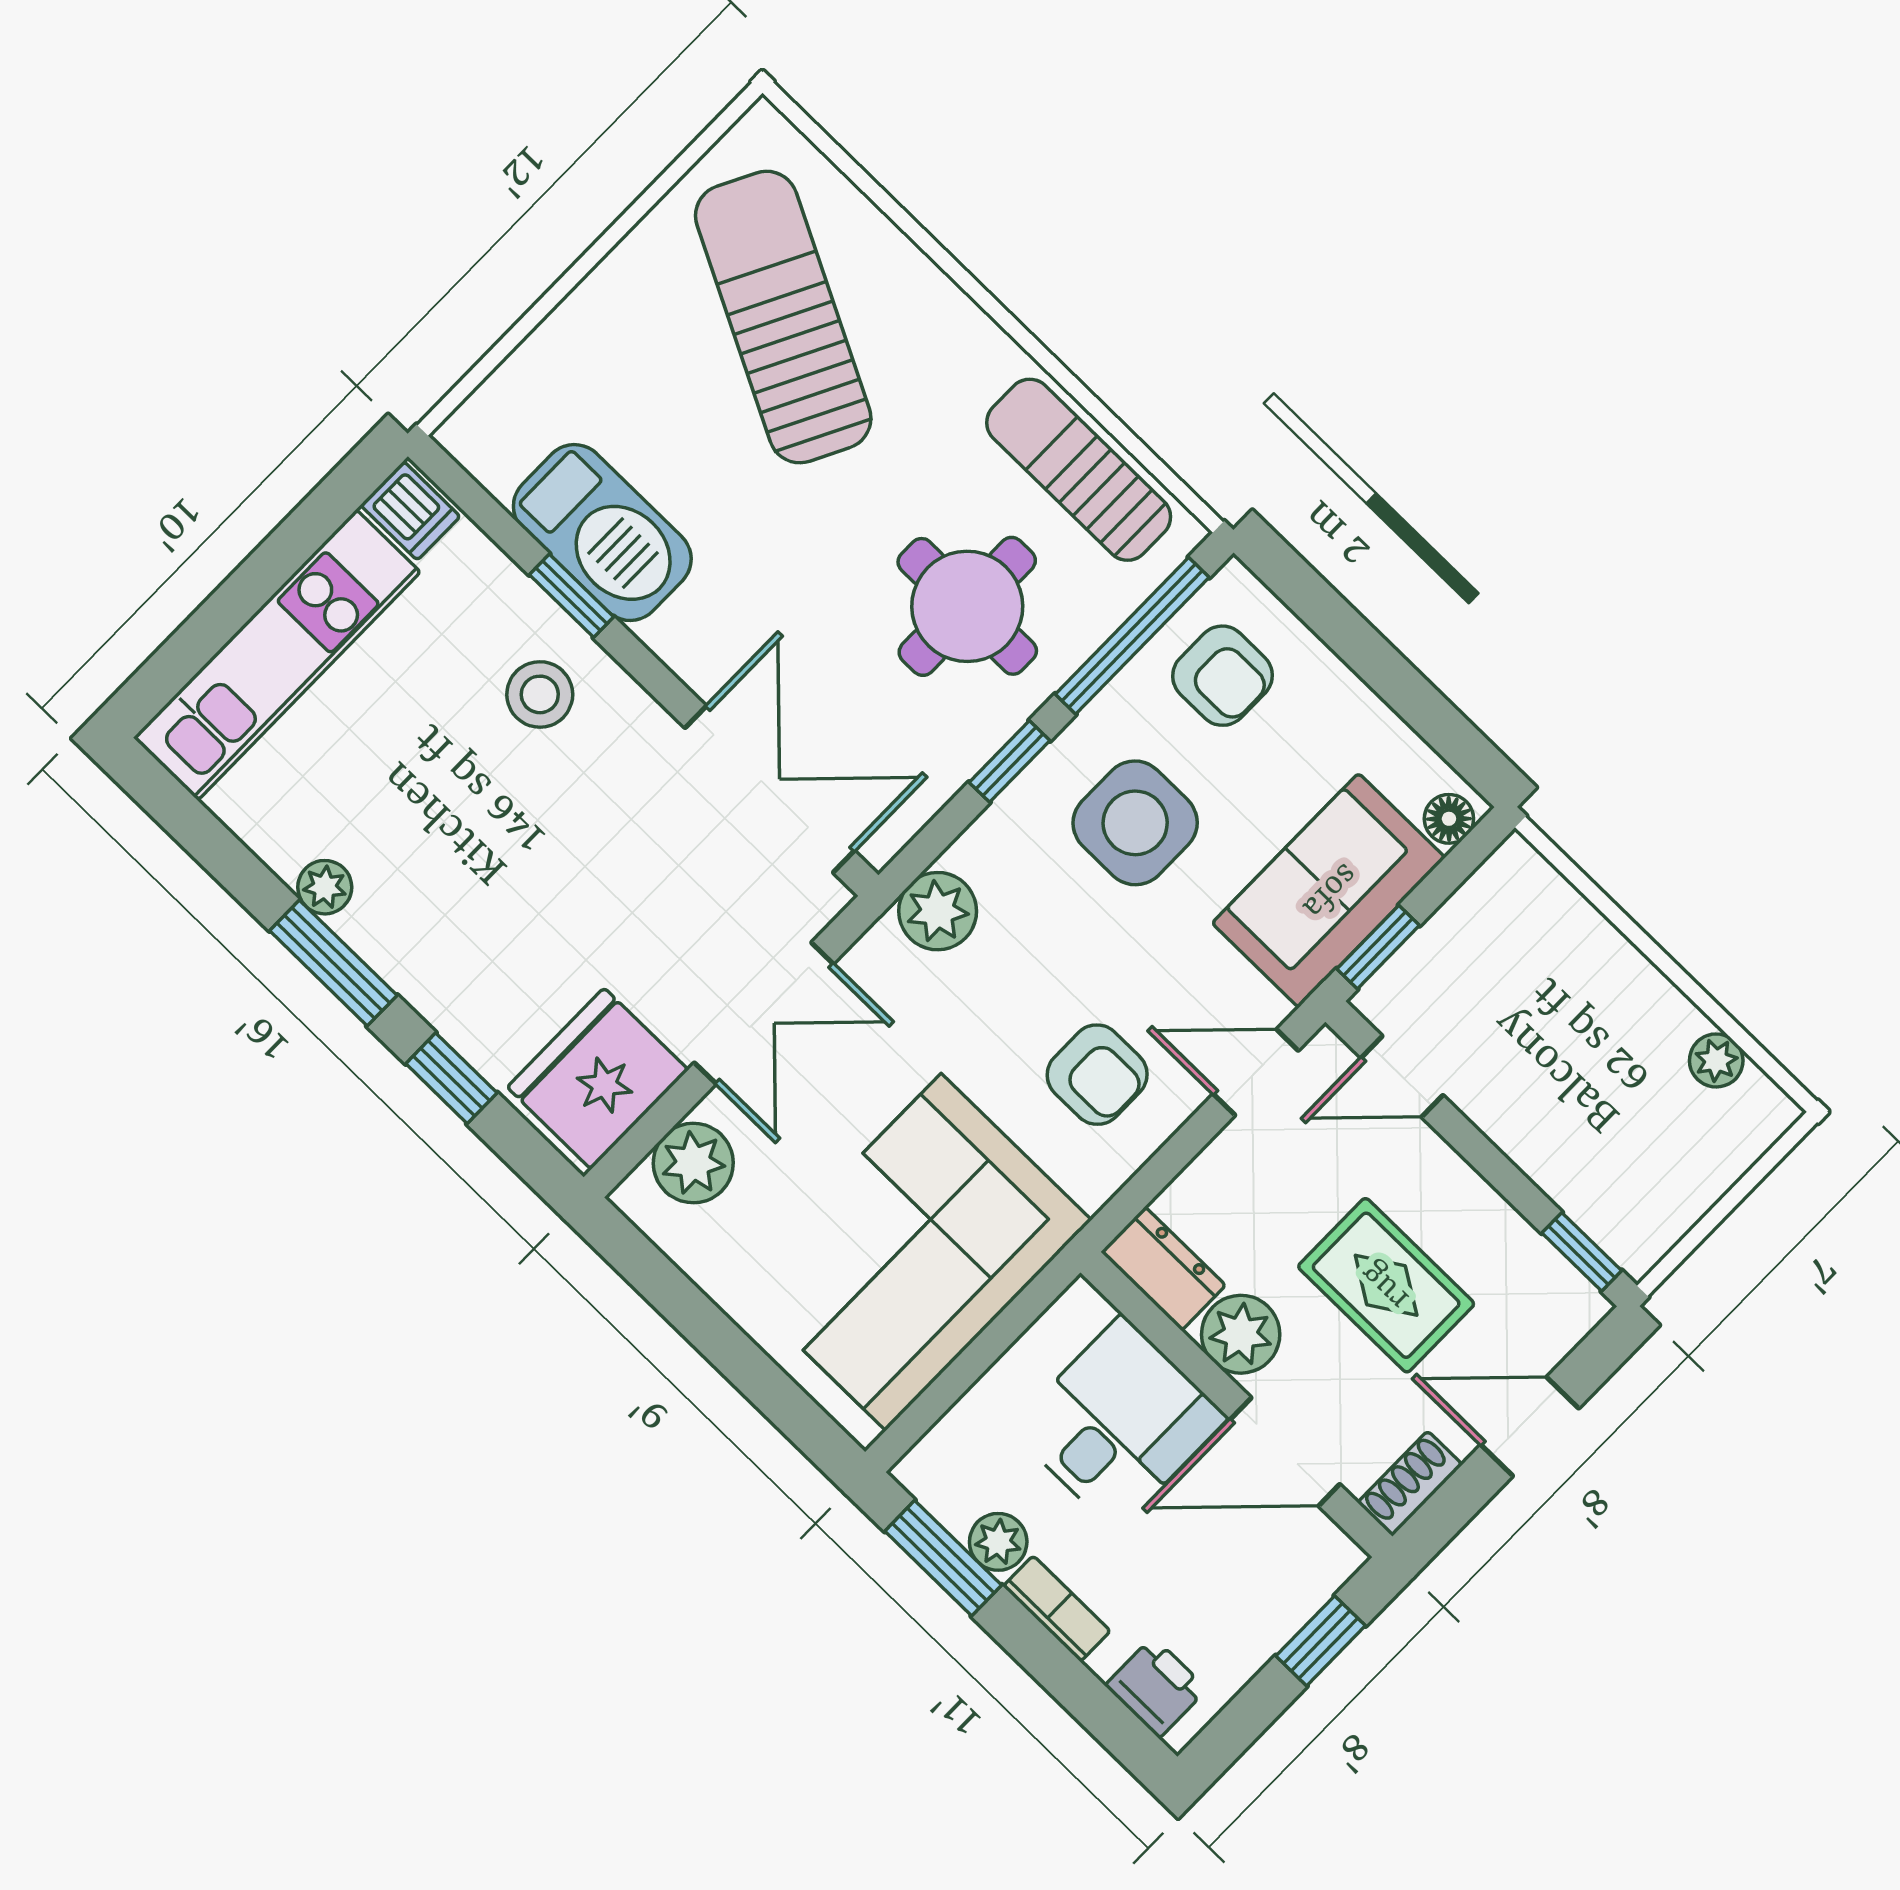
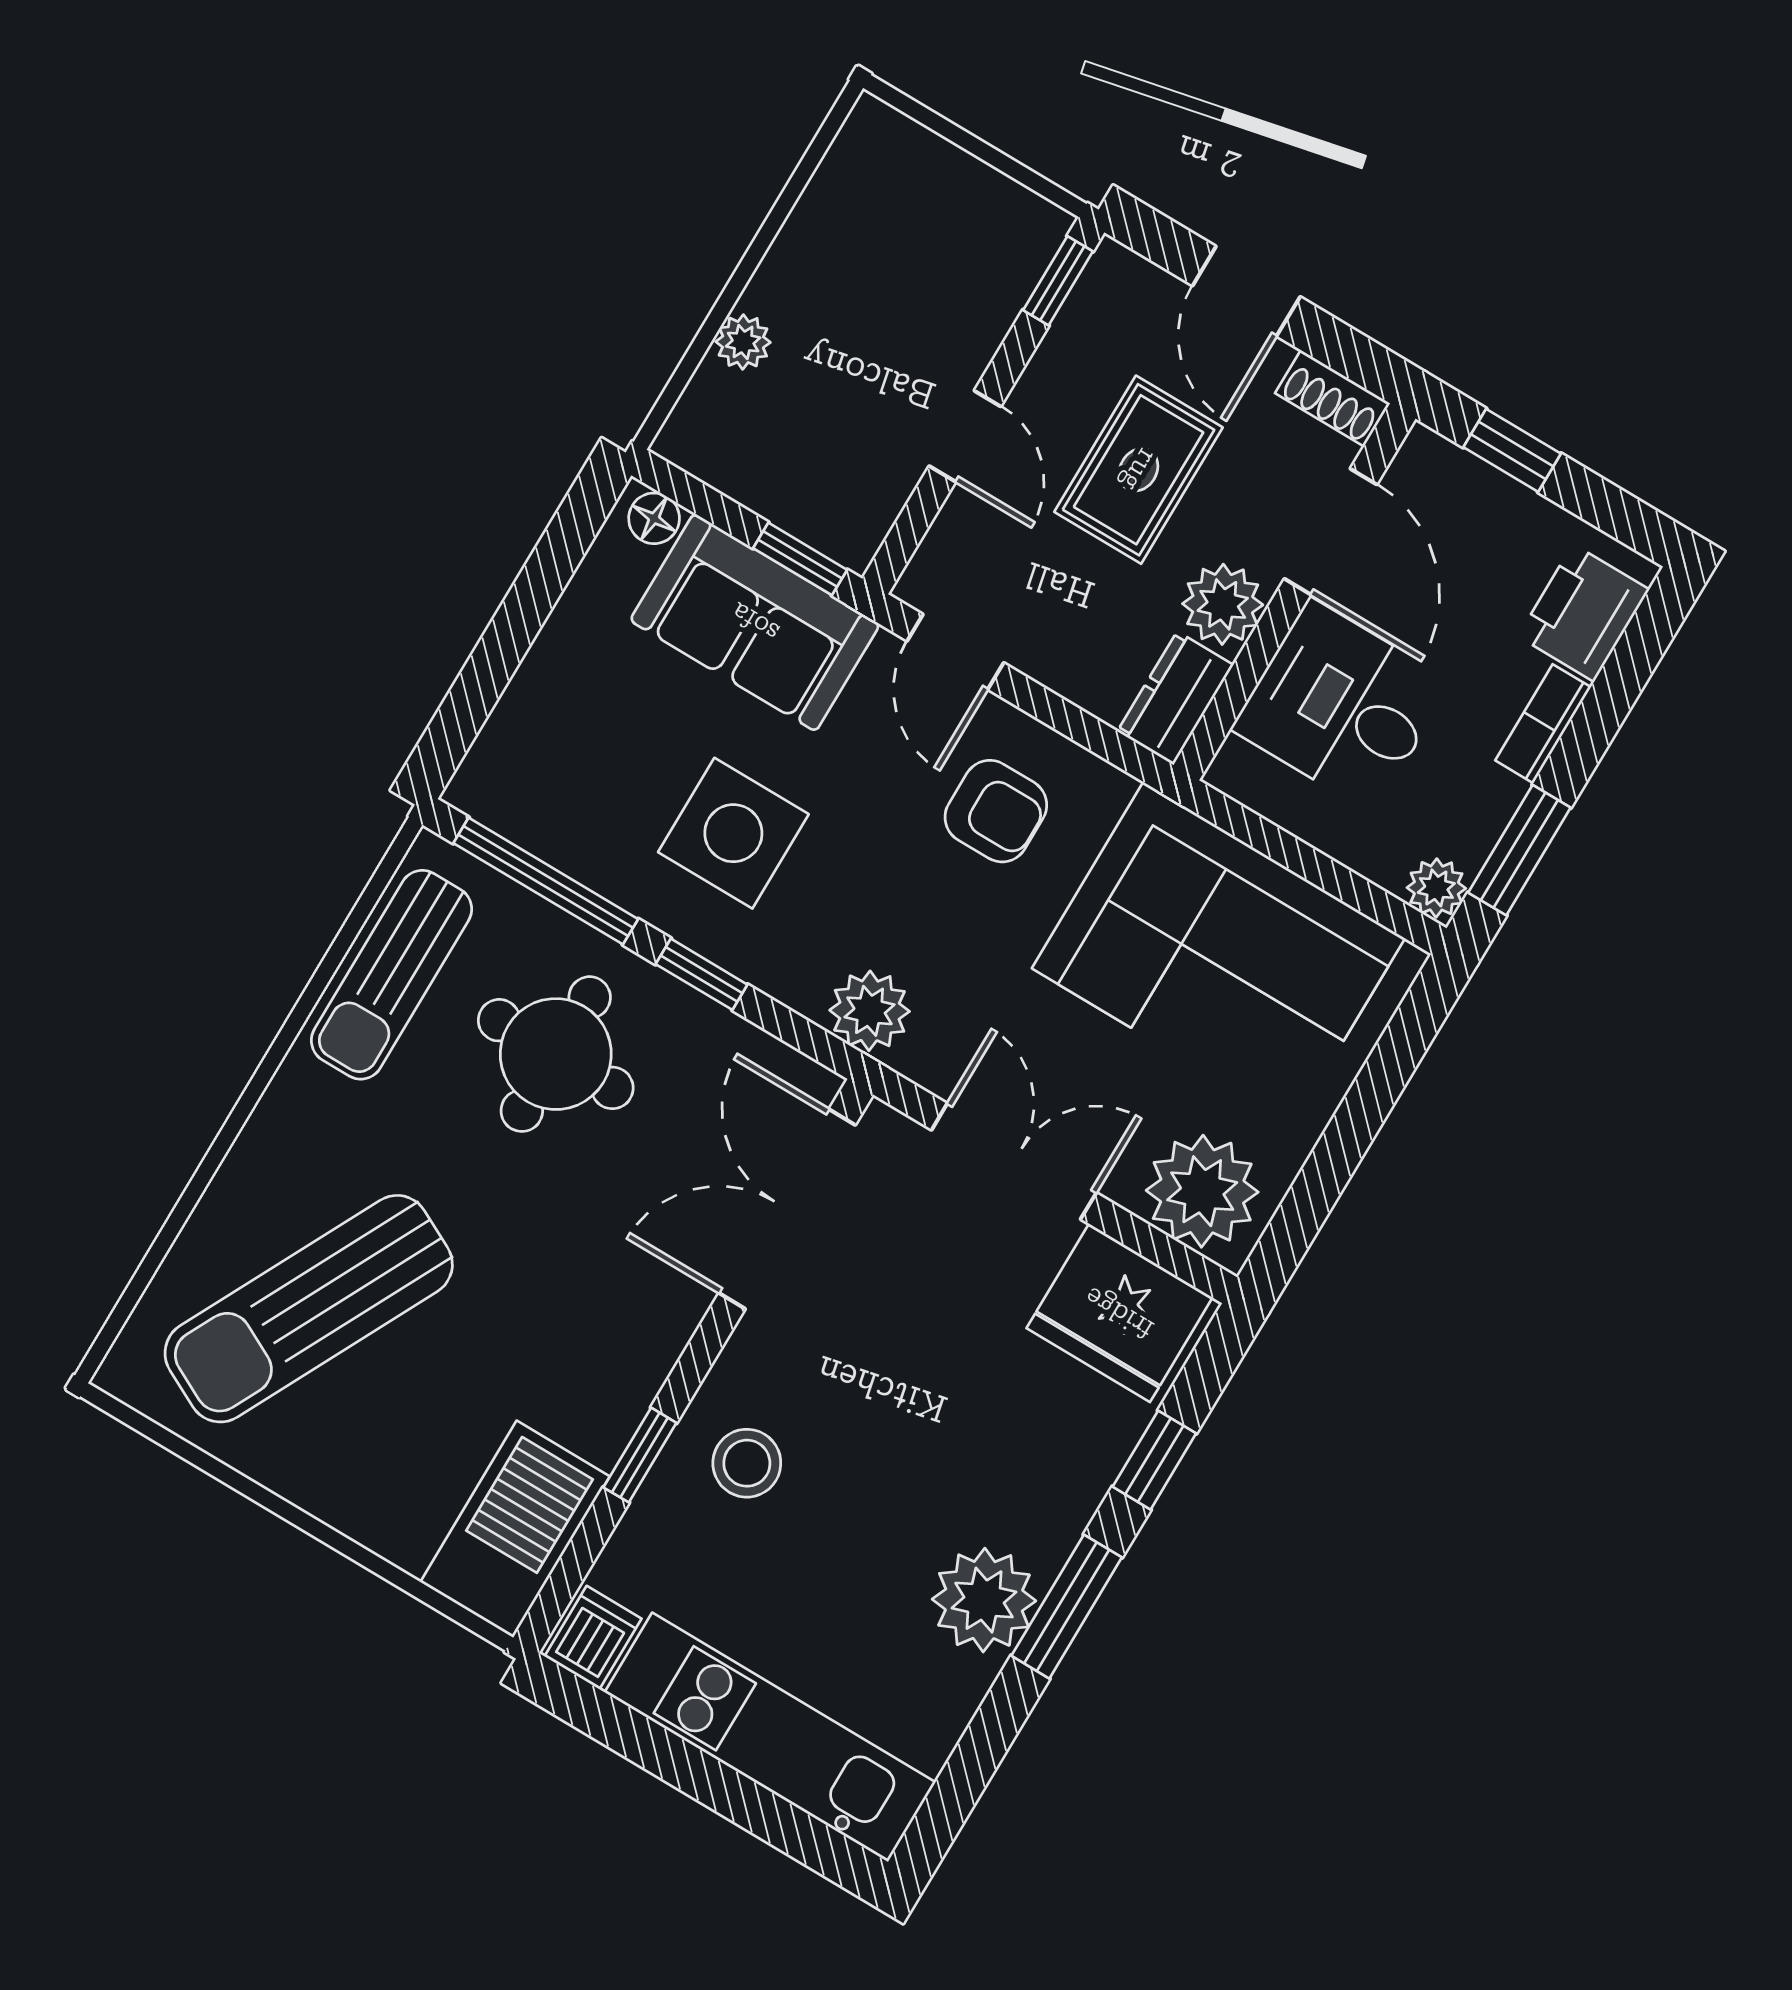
barbecue: (602, 533) -> (515, 1529), moved
armchair: (1222, 676) -> (564, 781), removed
plant: (325, 887) -> (984, 1600), width x1.88, depth x1.88
plant: (1716, 1060) -> (743, 342), moved
armchair: (1097, 1075) -> (996, 811), turned 90
door: (1402, 1076) -> (965, 436), moved
plant: (693, 1163) -> (1202, 1191), width x1.36, depth x1.36
plant: (998, 1542) -> (1436, 888), moved
printer: (1156, 1687) -> (1584, 613), width x1.36, depth x1.24

